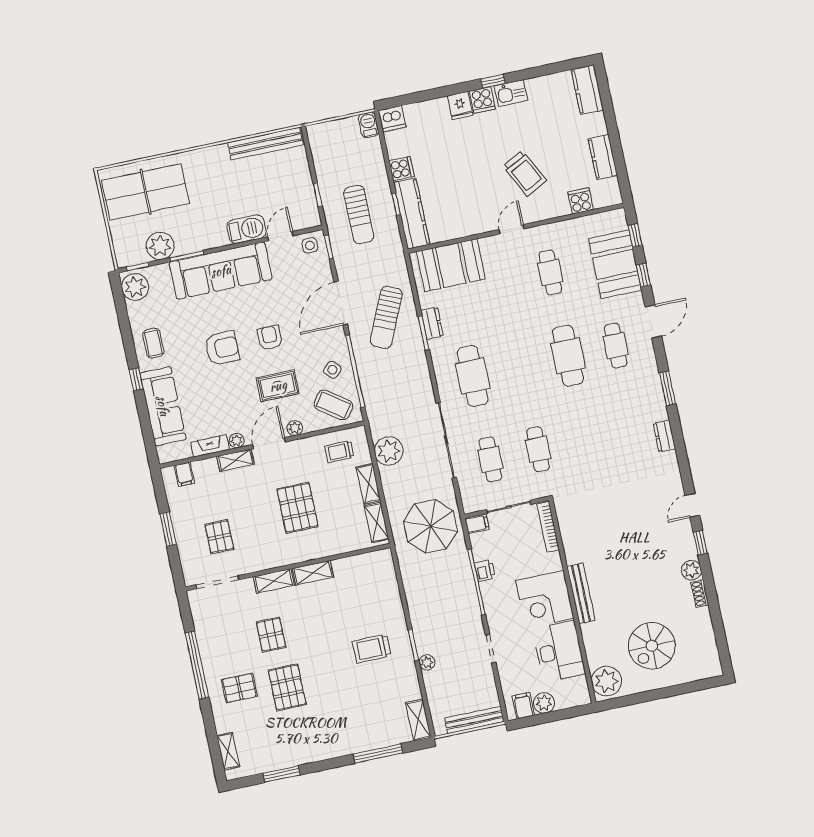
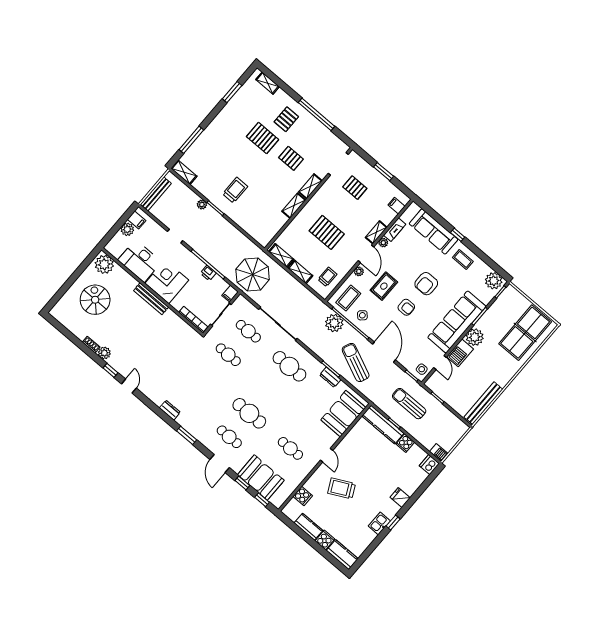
cooker: (482, 100) -> (325, 540), moved, turned 90
plant: (160, 246) -> (475, 337), moved
coffee table: (333, 405) -> (348, 298), turned -35
plant: (389, 451) -> (334, 323), moved

